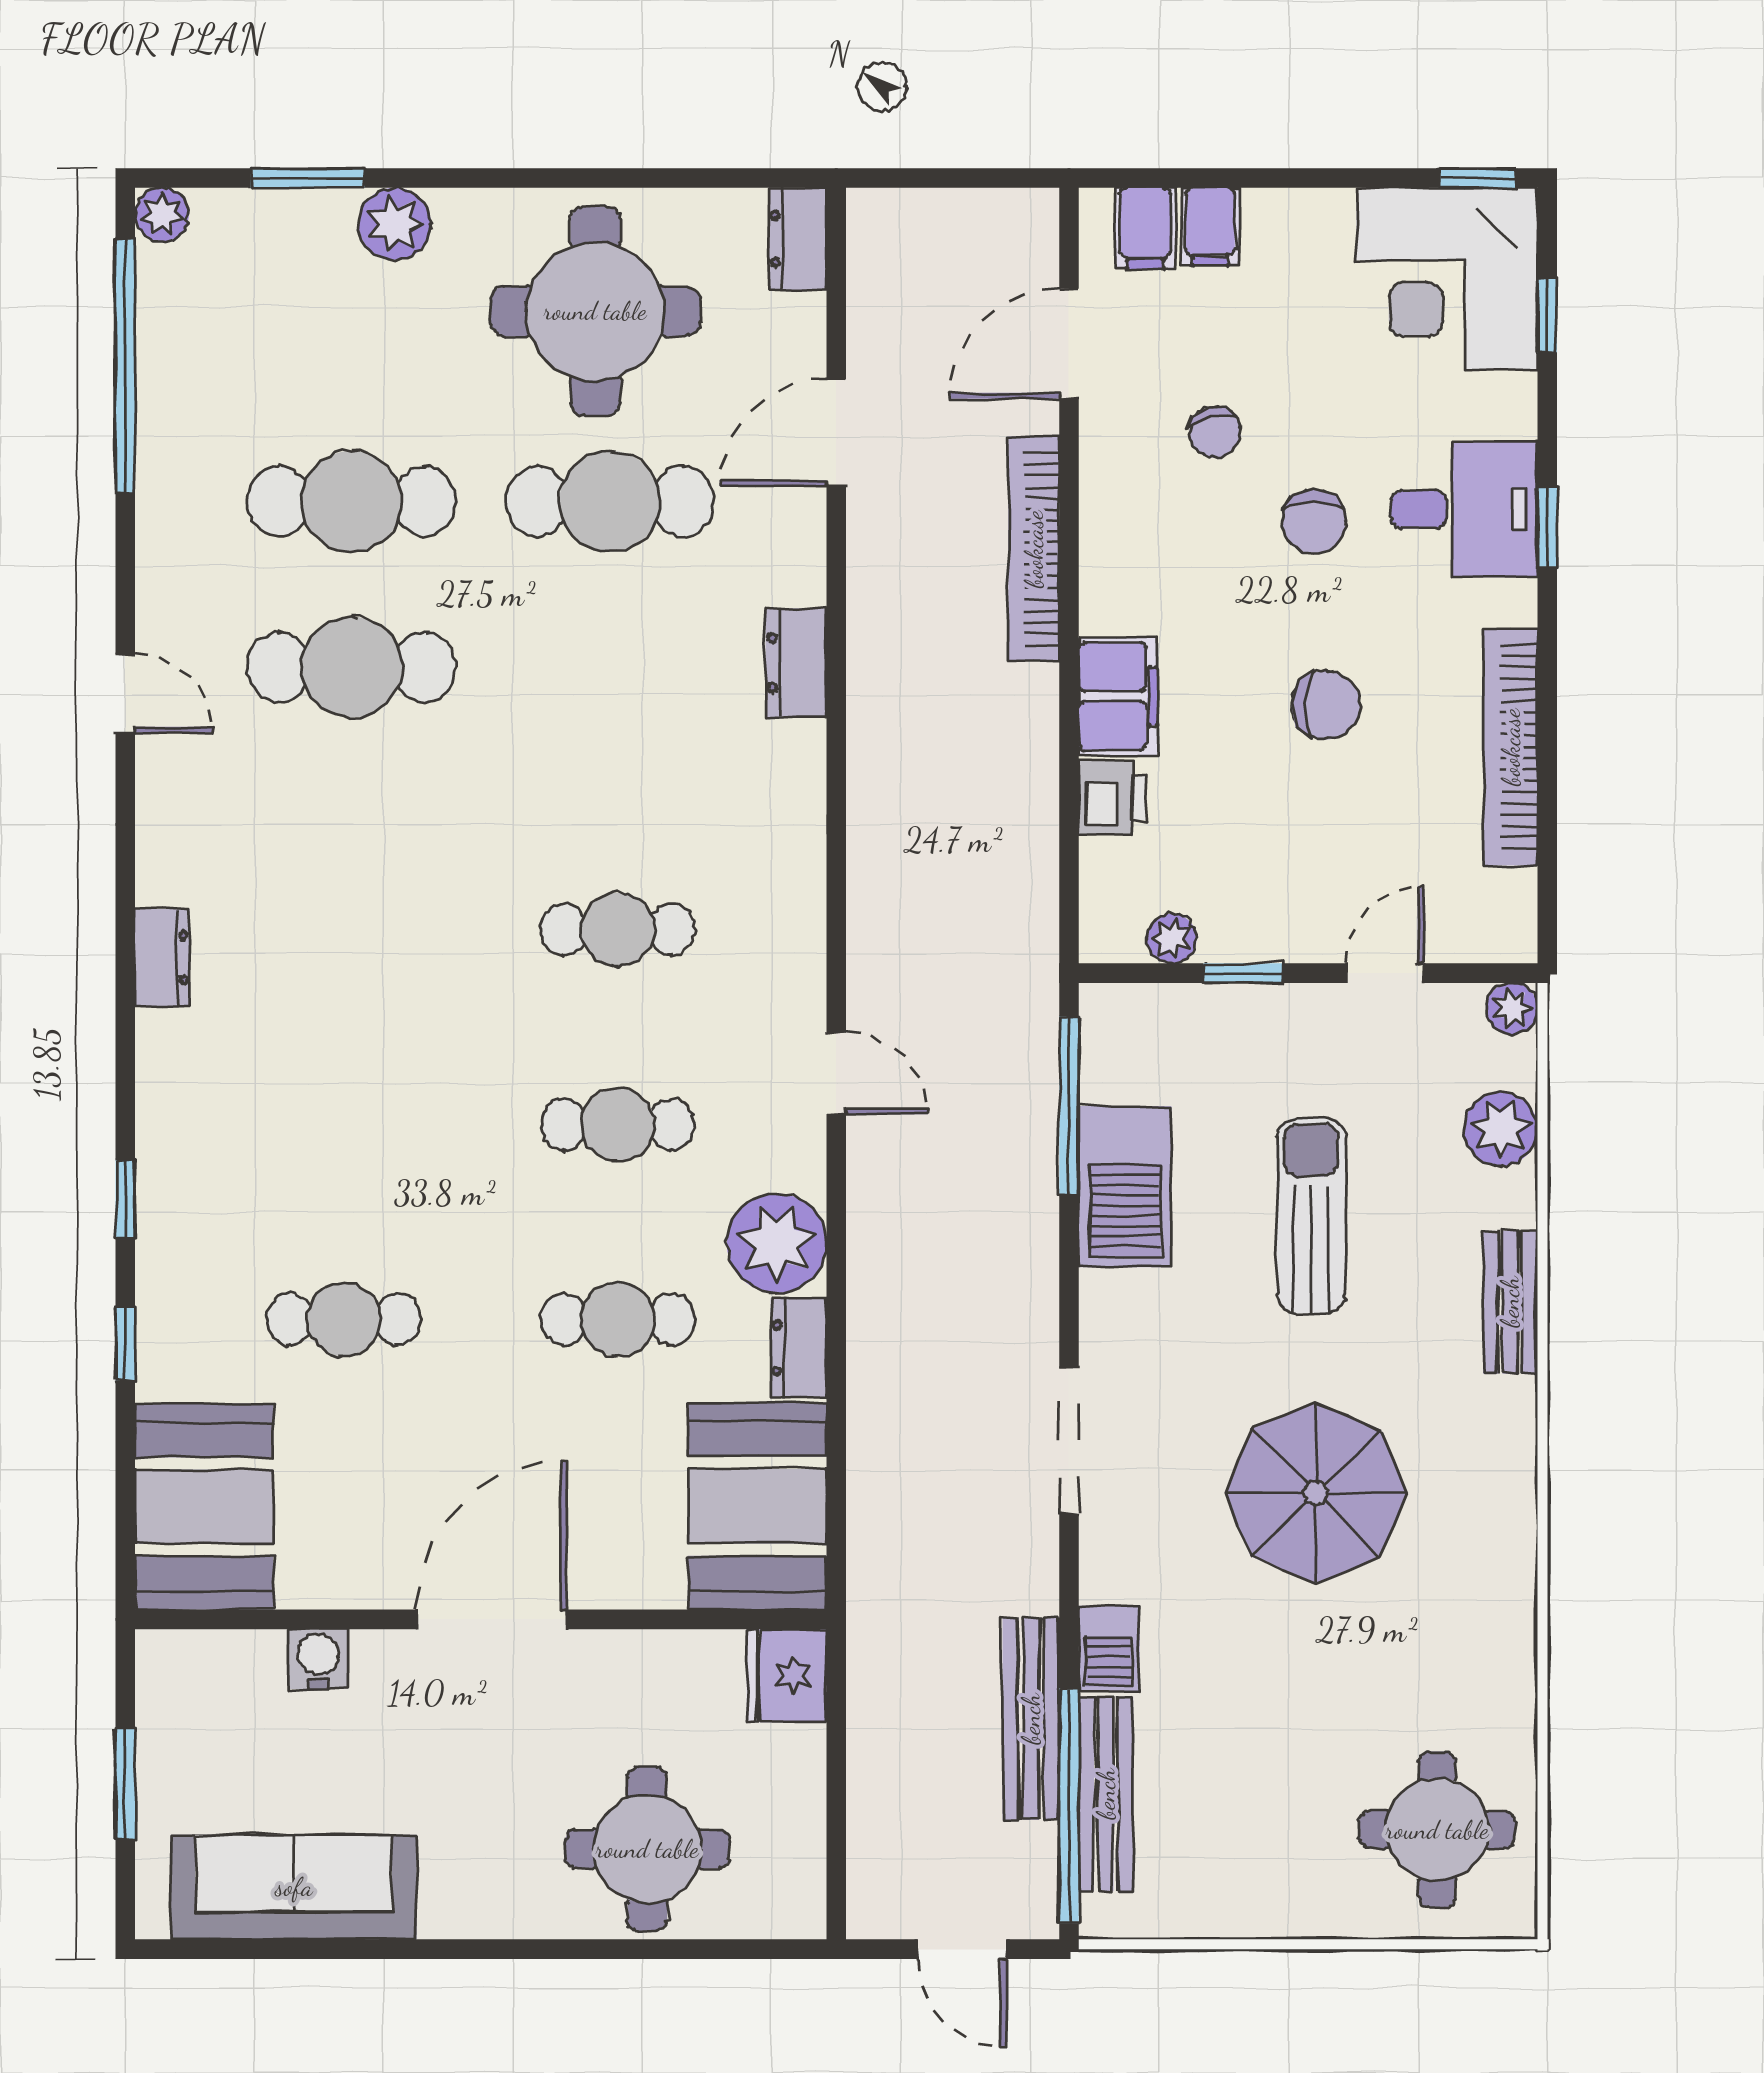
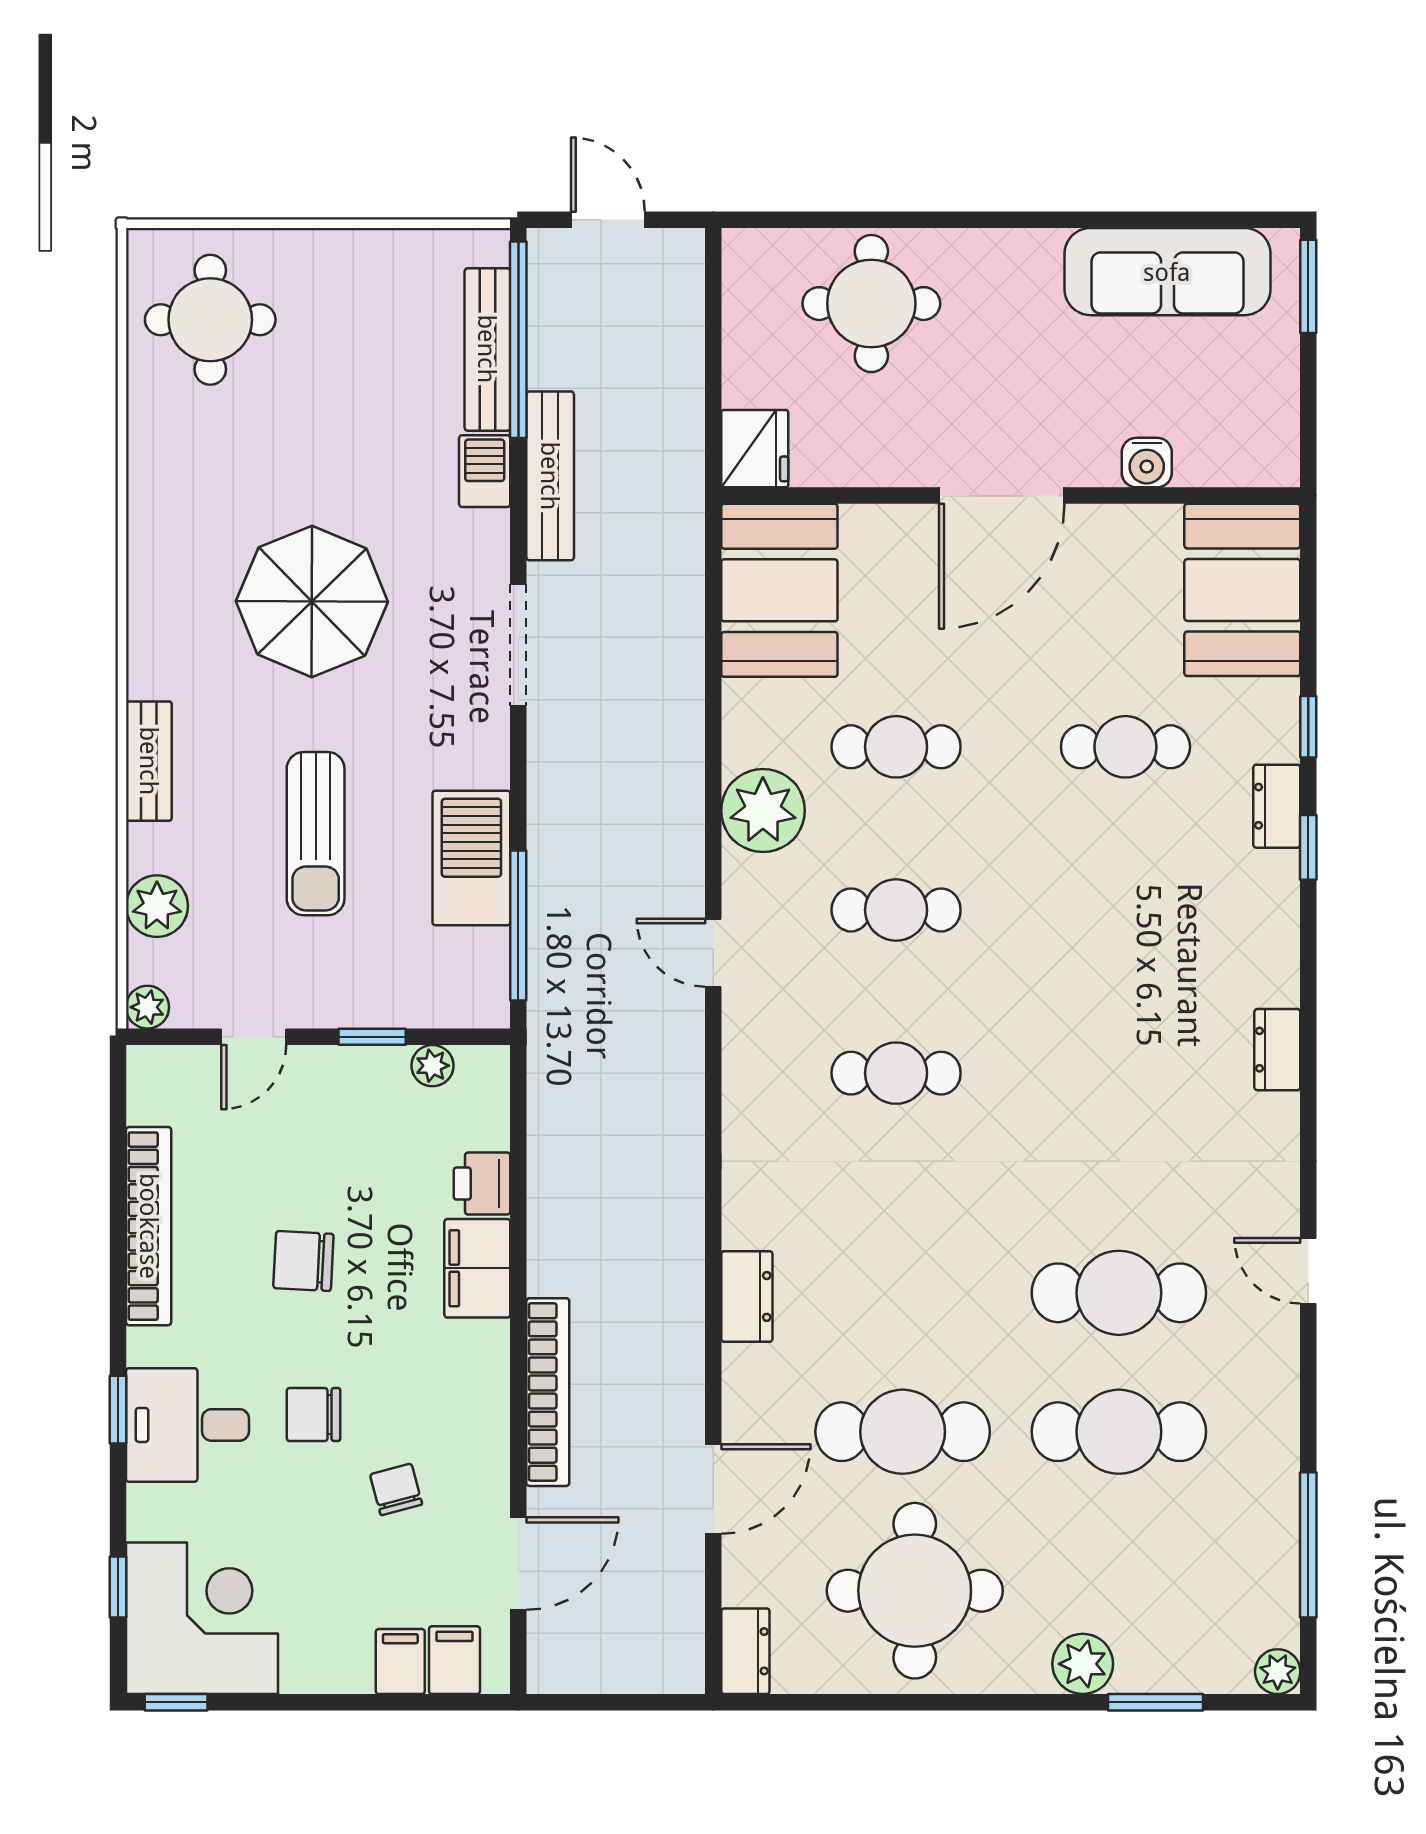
window: (125, 366) -> (1308, 1545), width x0.68
chair: (1314, 522) -> (314, 1415), turned -90
dresser: (799, 1348) -> (1277, 806), moved, turned 180
bench: (1031, 1719) -> (550, 476), moved
window: (125, 1784) -> (1308, 286), moved

